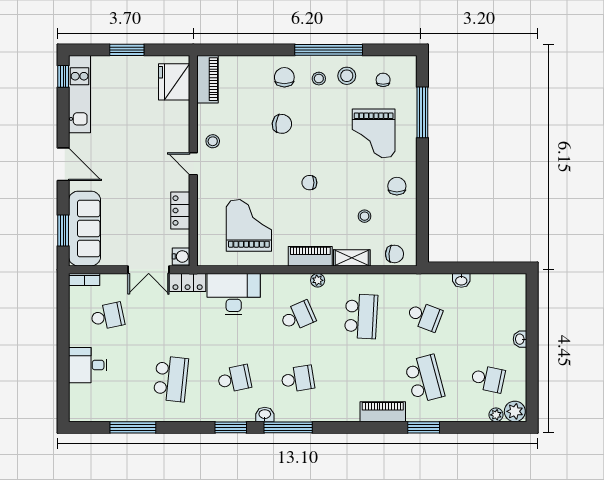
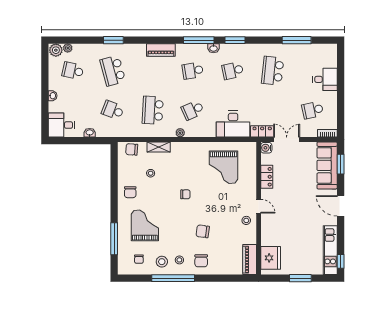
piano: (310, 256) -> (185, 148), removed
desk: (506, 293) -> (61, 125), added
piano: (383, 412) -> (161, 50), moved

